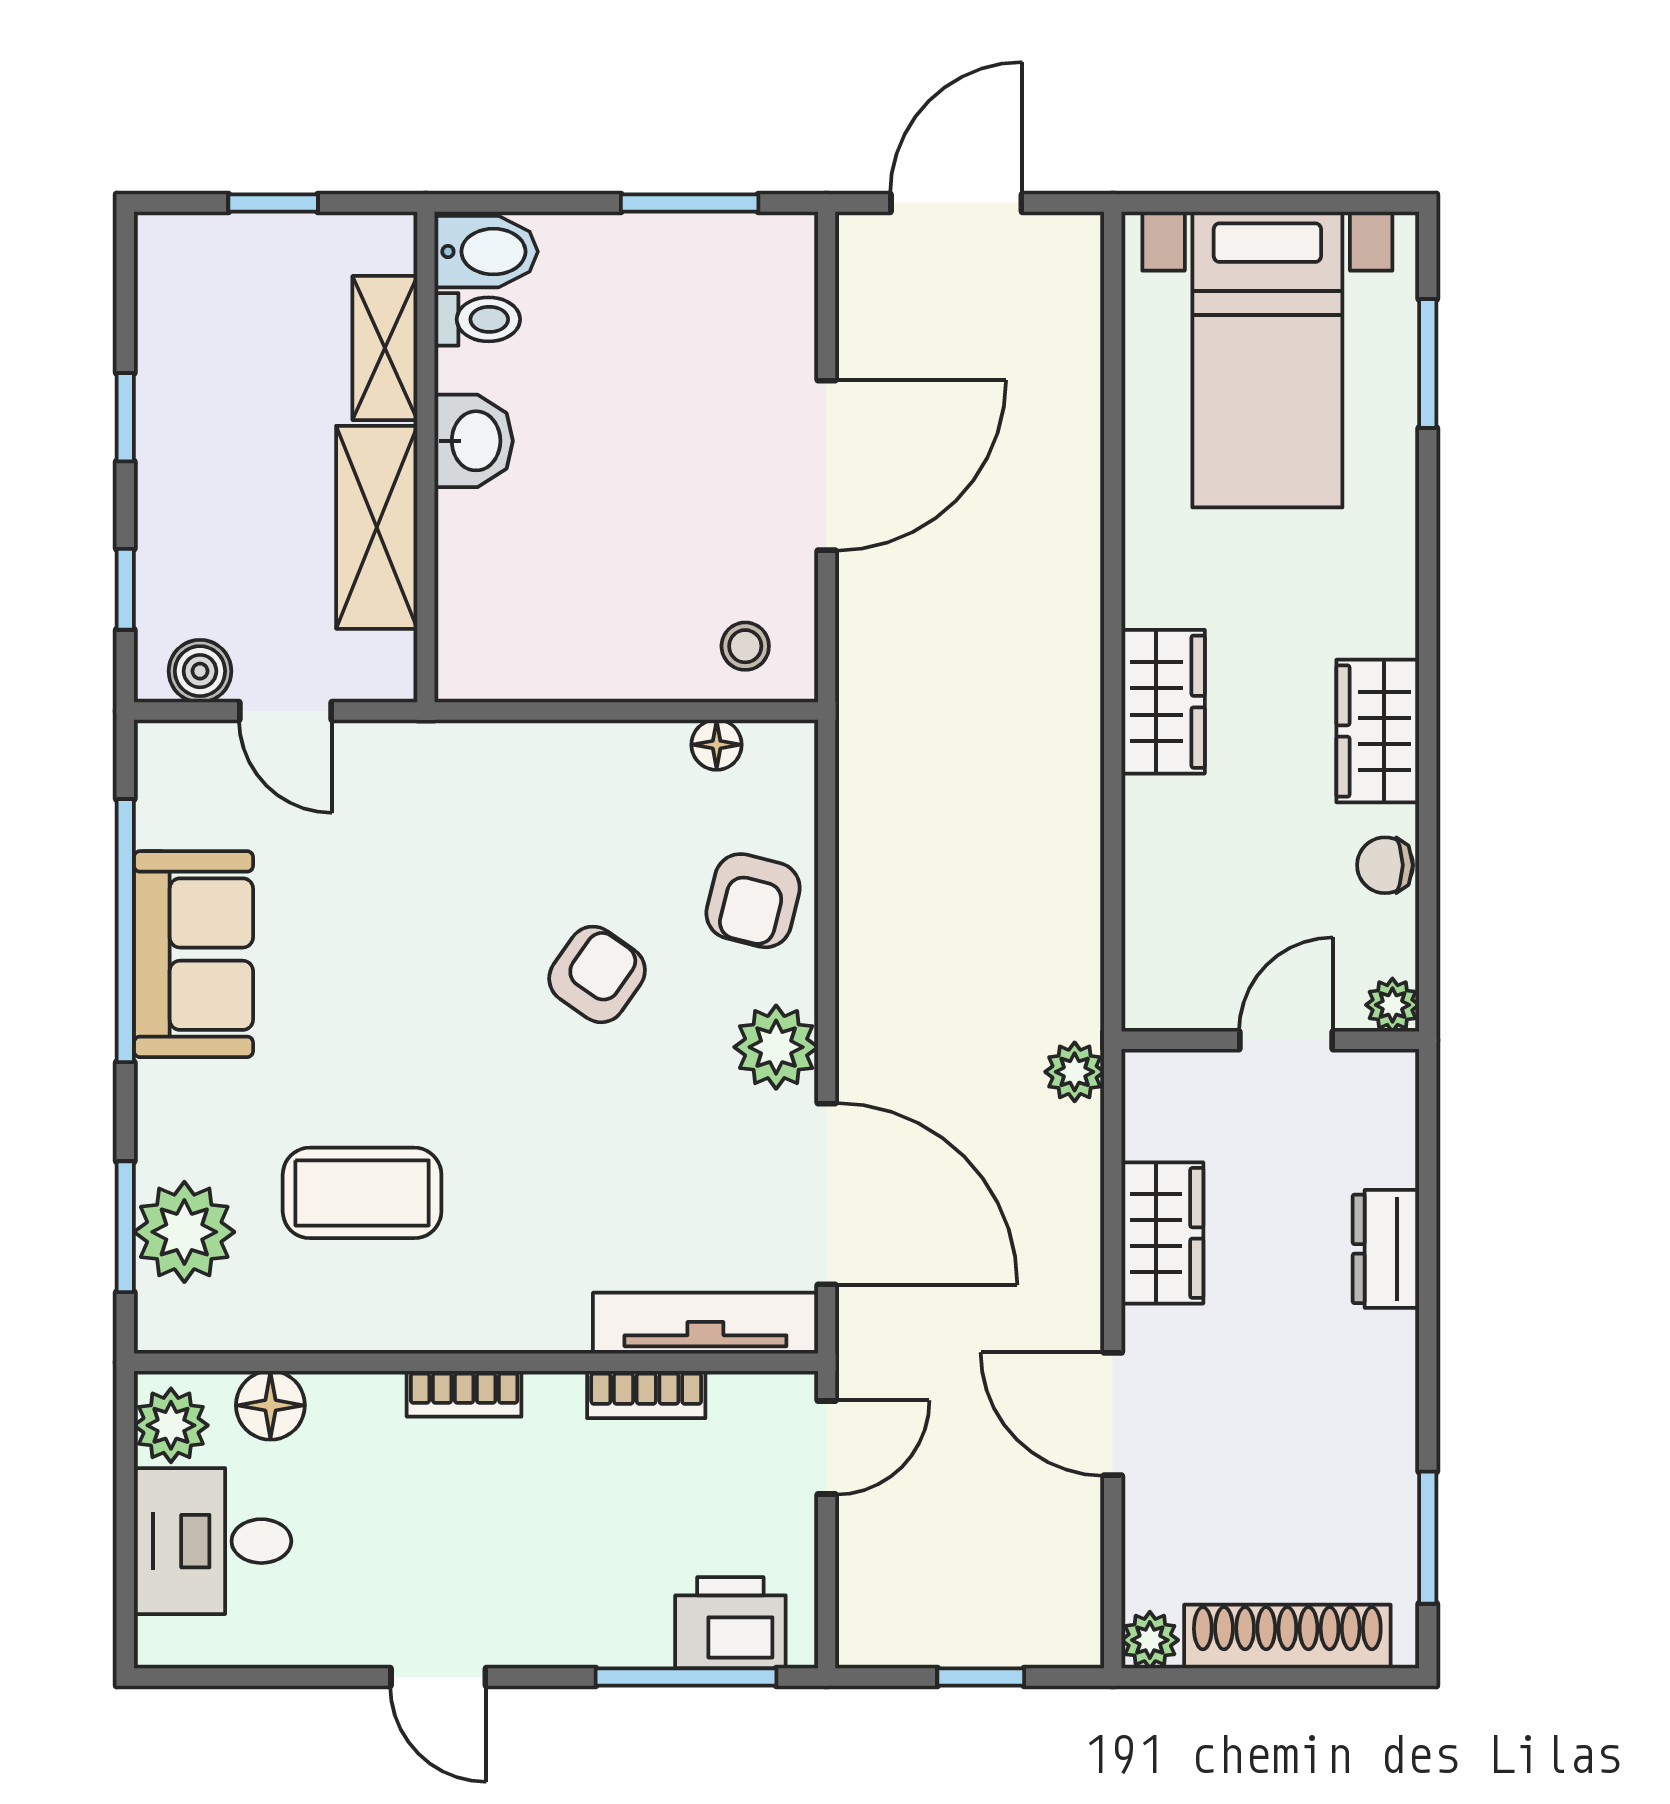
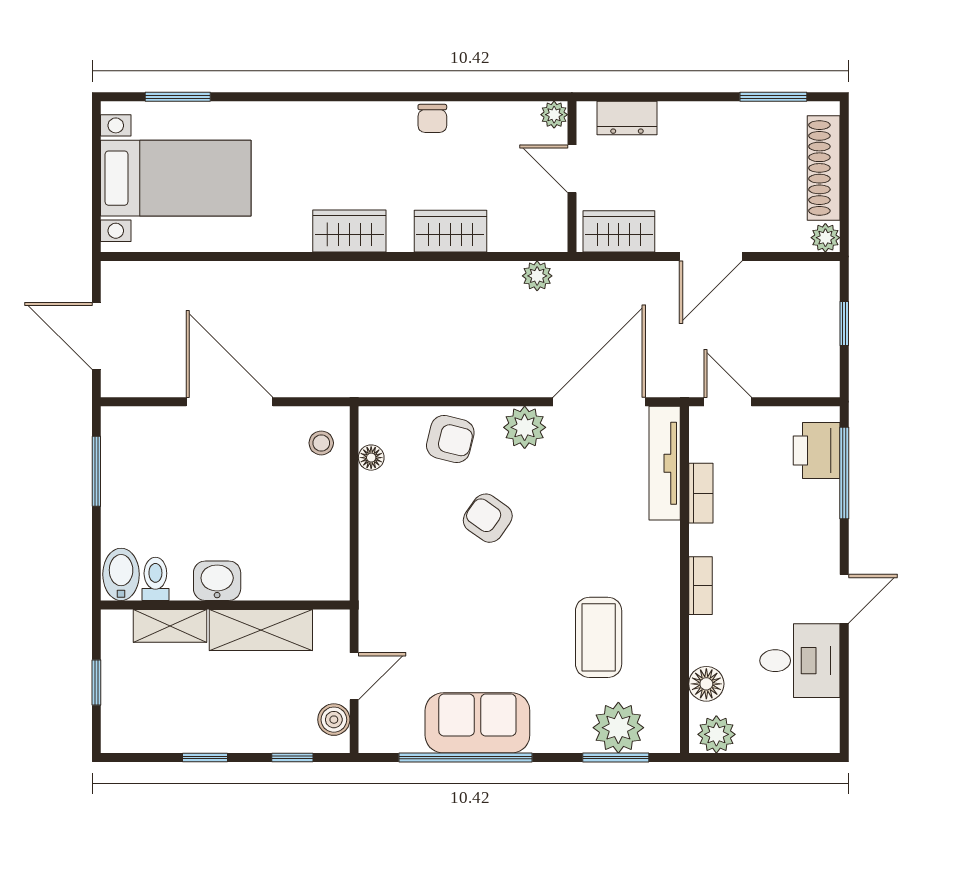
wardrobe: (1378, 731) -> (450, 231), moved, turned 180
plant: (1392, 1005) -> (554, 115), moved
wall: (1270, 1040) -> (572, 177), moved
door: (1286, 1040) -> (572, 169), moved
desk: (213, 1541) -> (800, 661), moved, turned -90

